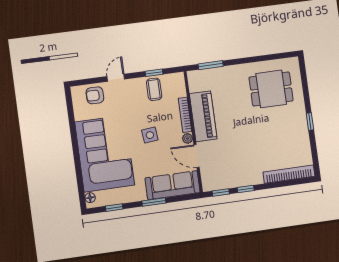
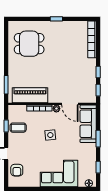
dining table: (271, 89) -> (29, 44), turned 90
piano: (203, 116) -> (30, 95), moved
corner sofa: (105, 154) -> (59, 174), width x0.73, depth x0.74
door: (197, 156) -> (70, 104), hinge flipped

